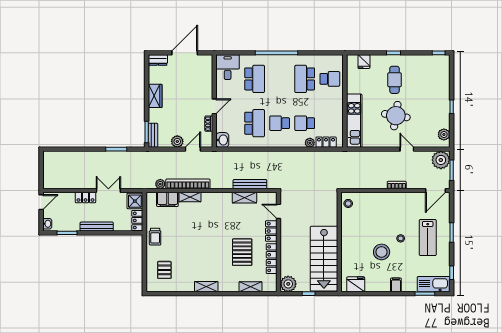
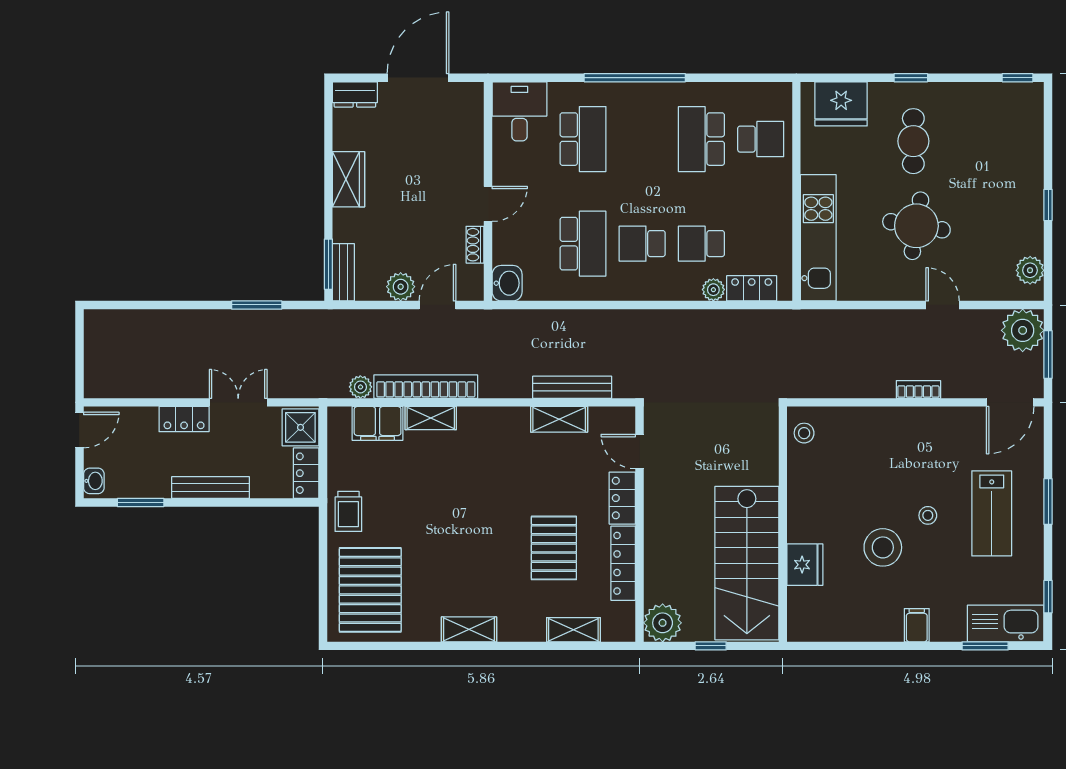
fridge: (364, 62) -> (841, 104), width x1.88, depth x1.34
pallet: (164, 270) -> (370, 590), width x2.05, depth x2.00
fridge: (356, 284) -> (805, 565), moved, turned 90

